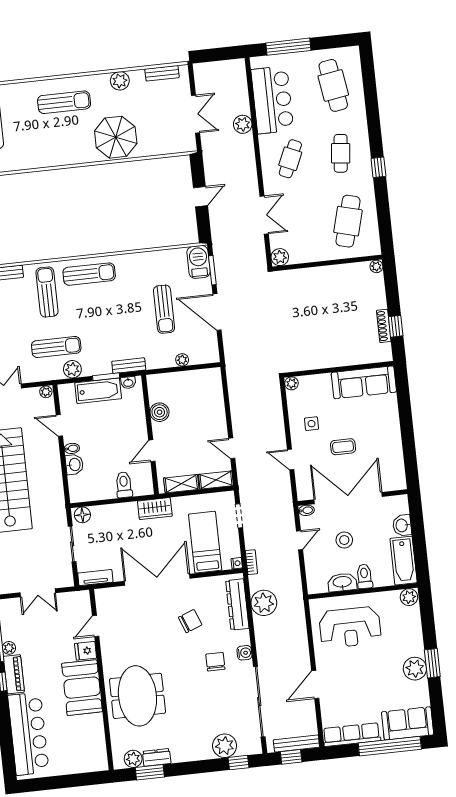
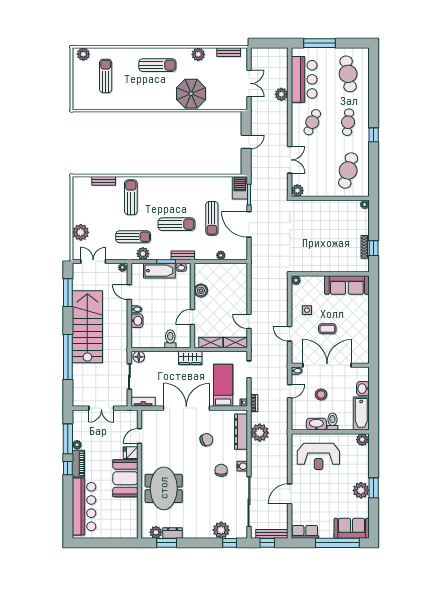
sun lounger: (89, 274) -> (176, 224), moved
row of seats: (352, 735) -> (305, 532), width x0.68

